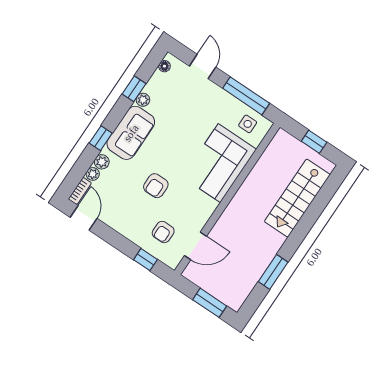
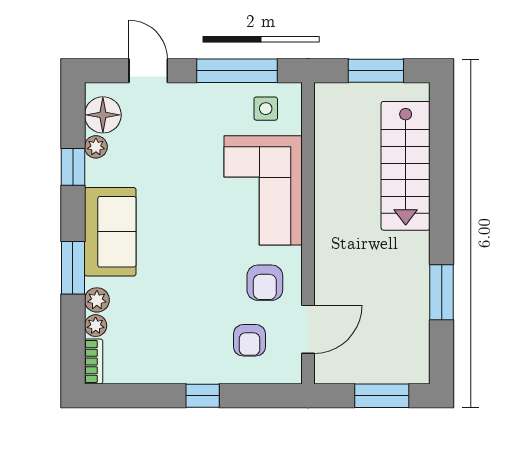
floor lamp: (164, 66) -> (103, 115), width x1.89, depth x1.89
plant: (143, 100) -> (96, 147), moved
window: (101, 138) -> (73, 268), width x1.50
window: (314, 142) -> (376, 71), width x1.50
armchair: (156, 186) -> (265, 283), moved
door: (84, 218) -> (125, 396), removed
window: (145, 260) -> (203, 396), moved

